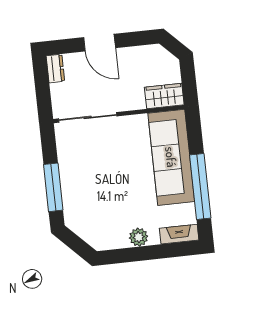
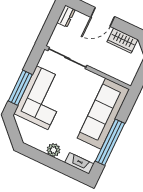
door: (100, 43) -> (103, 17), hinge flipped
wardrobe: (164, 96) -> (122, 41), moved, turned 180
corner sofa: (87, 183) -> (42, 98), added

